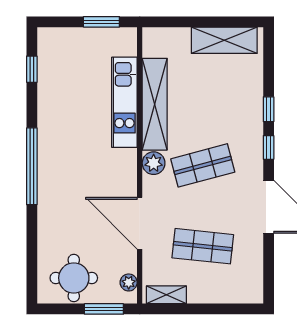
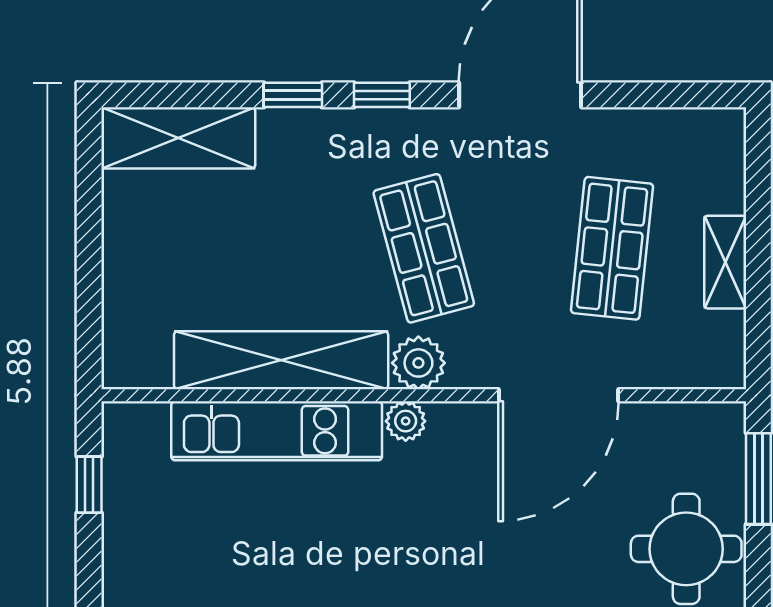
window: (101, 22) -> (89, 485), width x0.67
shelving: (224, 40) -> (178, 138), moved, turned 90
plant: (129, 282) -> (406, 421), moved
shelving: (166, 295) -> (725, 262), moved

